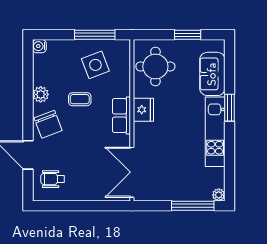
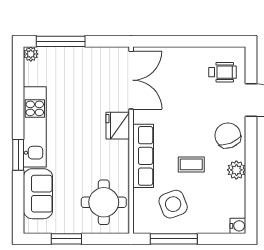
fridge: (143, 110) -> (118, 126), moved
row of seats: (121, 116) -> (143, 156), width x1.48

